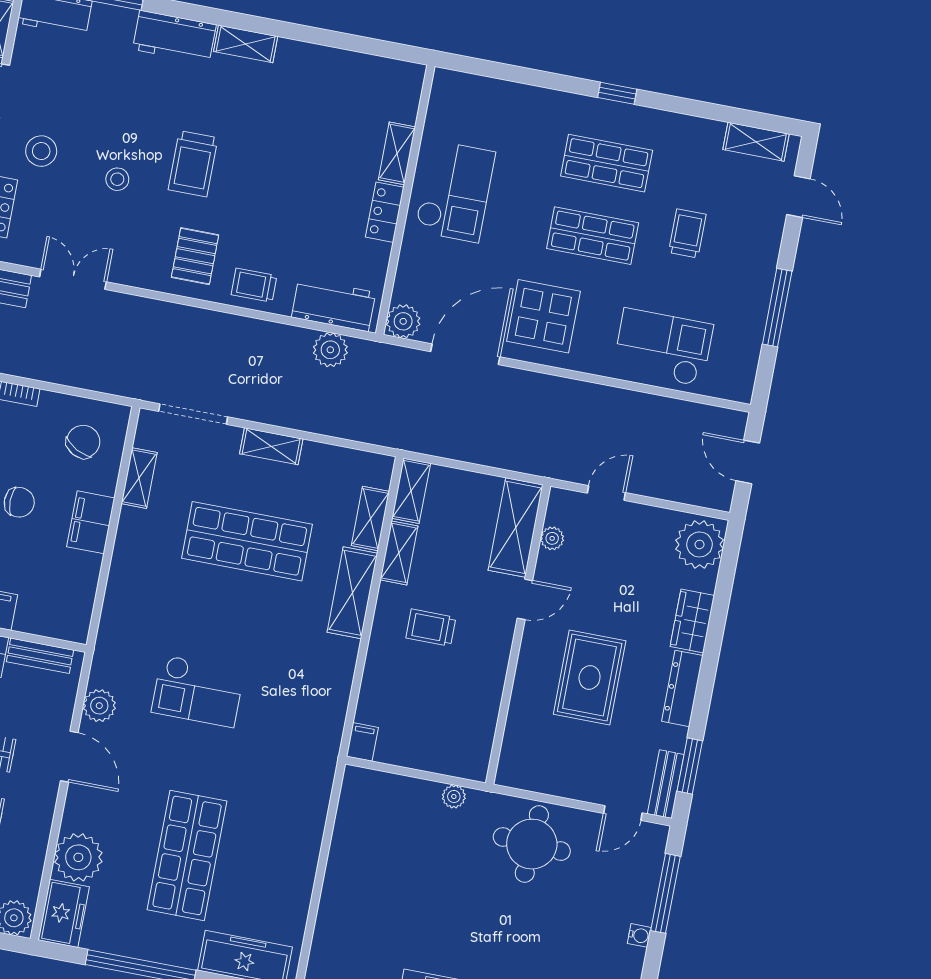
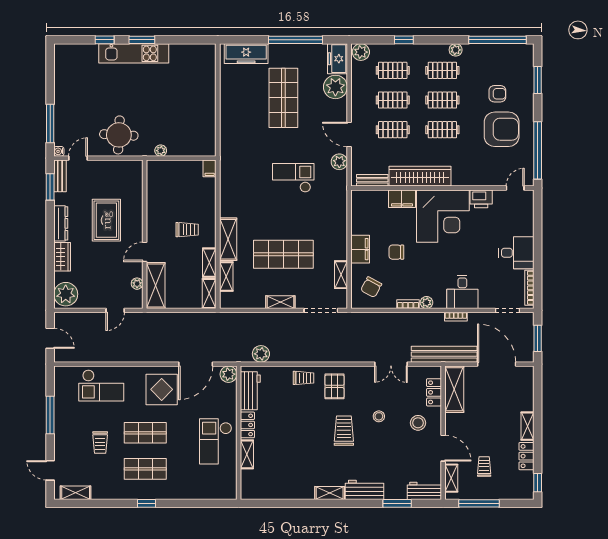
workbench: (334, 305) -> (250, 391), moved, turned -90
water cooler: (639, 935) -> (59, 151), moved

